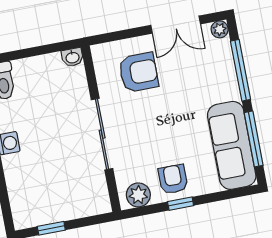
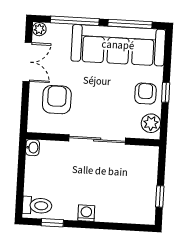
sofa: (232, 145) -> (118, 45), width x1.36, depth x1.27
armchair: (173, 179) -> (145, 94), turned 90

